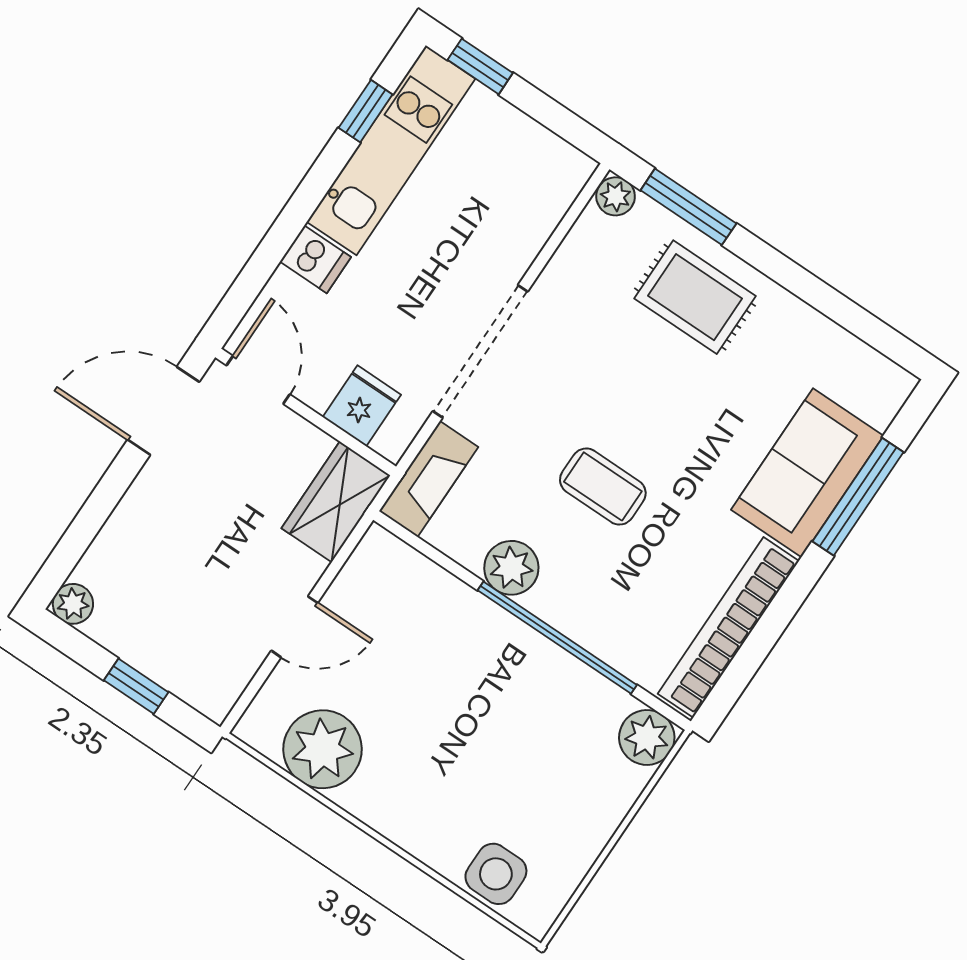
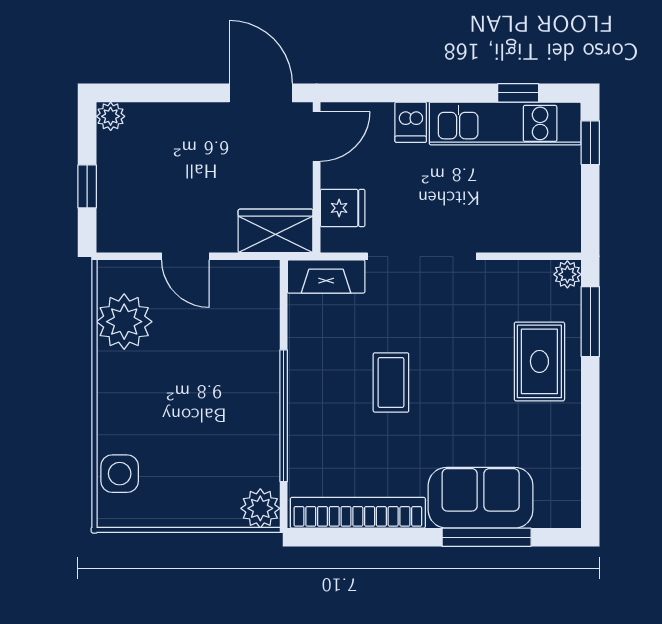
plant: (511, 568) -> (307, 361), removed

